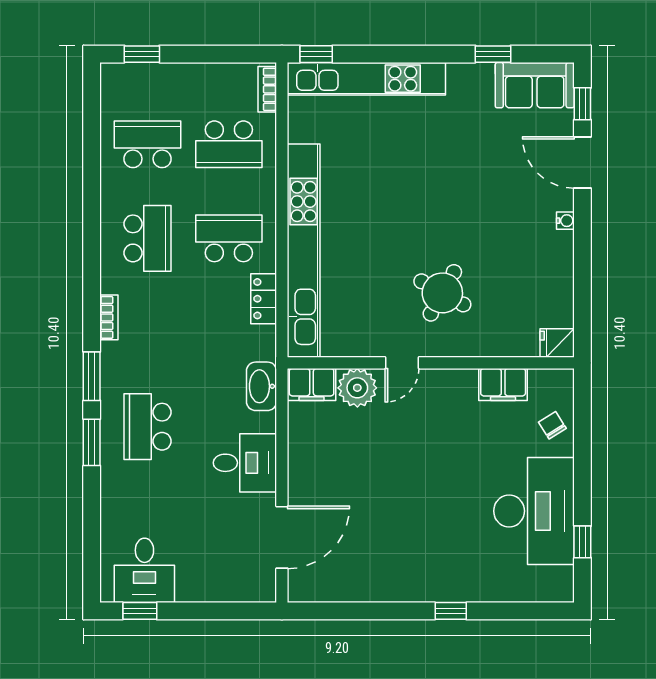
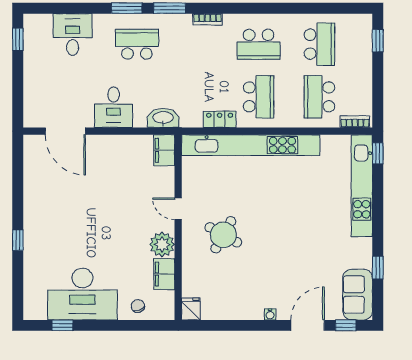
plant: (357, 388) -> (162, 244), moved
chair: (552, 425) -> (138, 306), turned -78
desk: (144, 570) -> (73, 34), moved, turned 90

